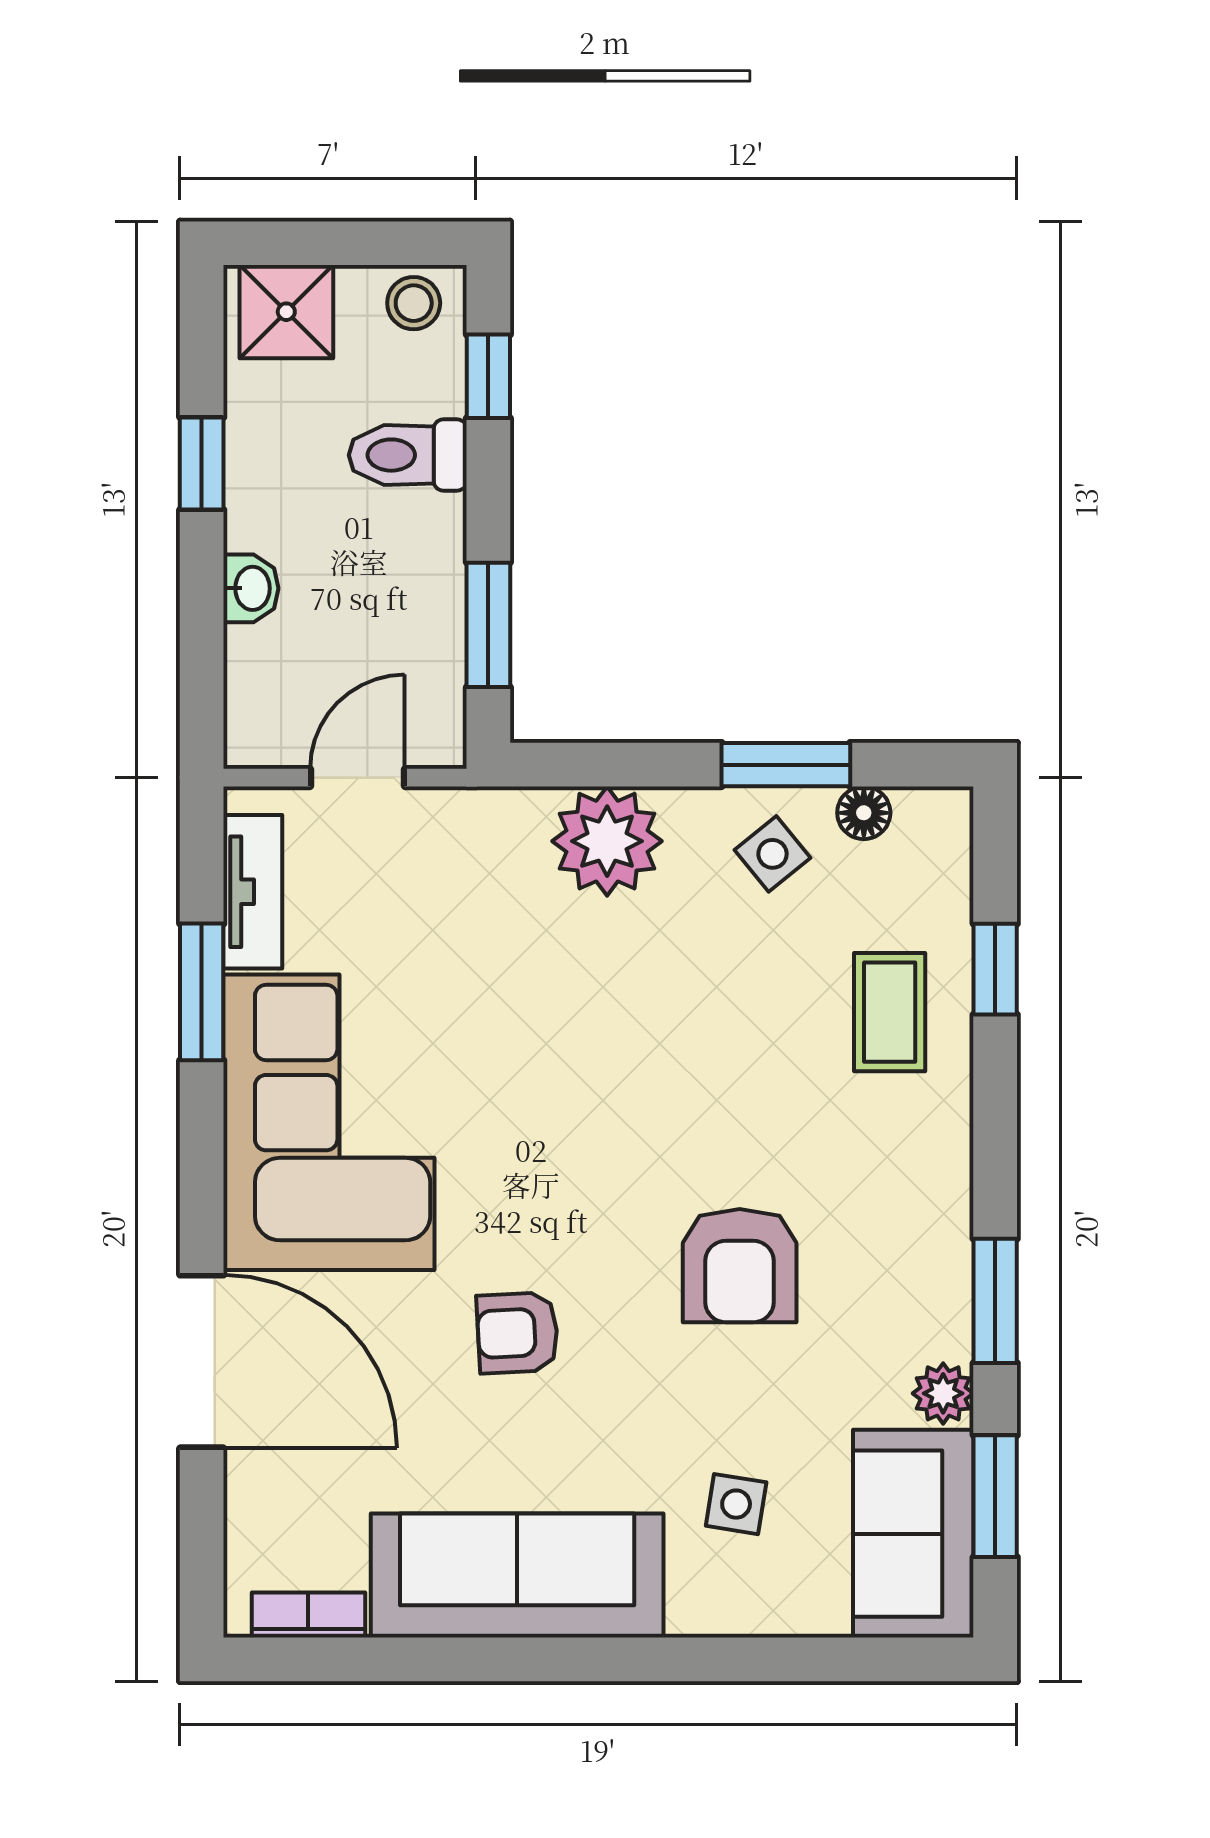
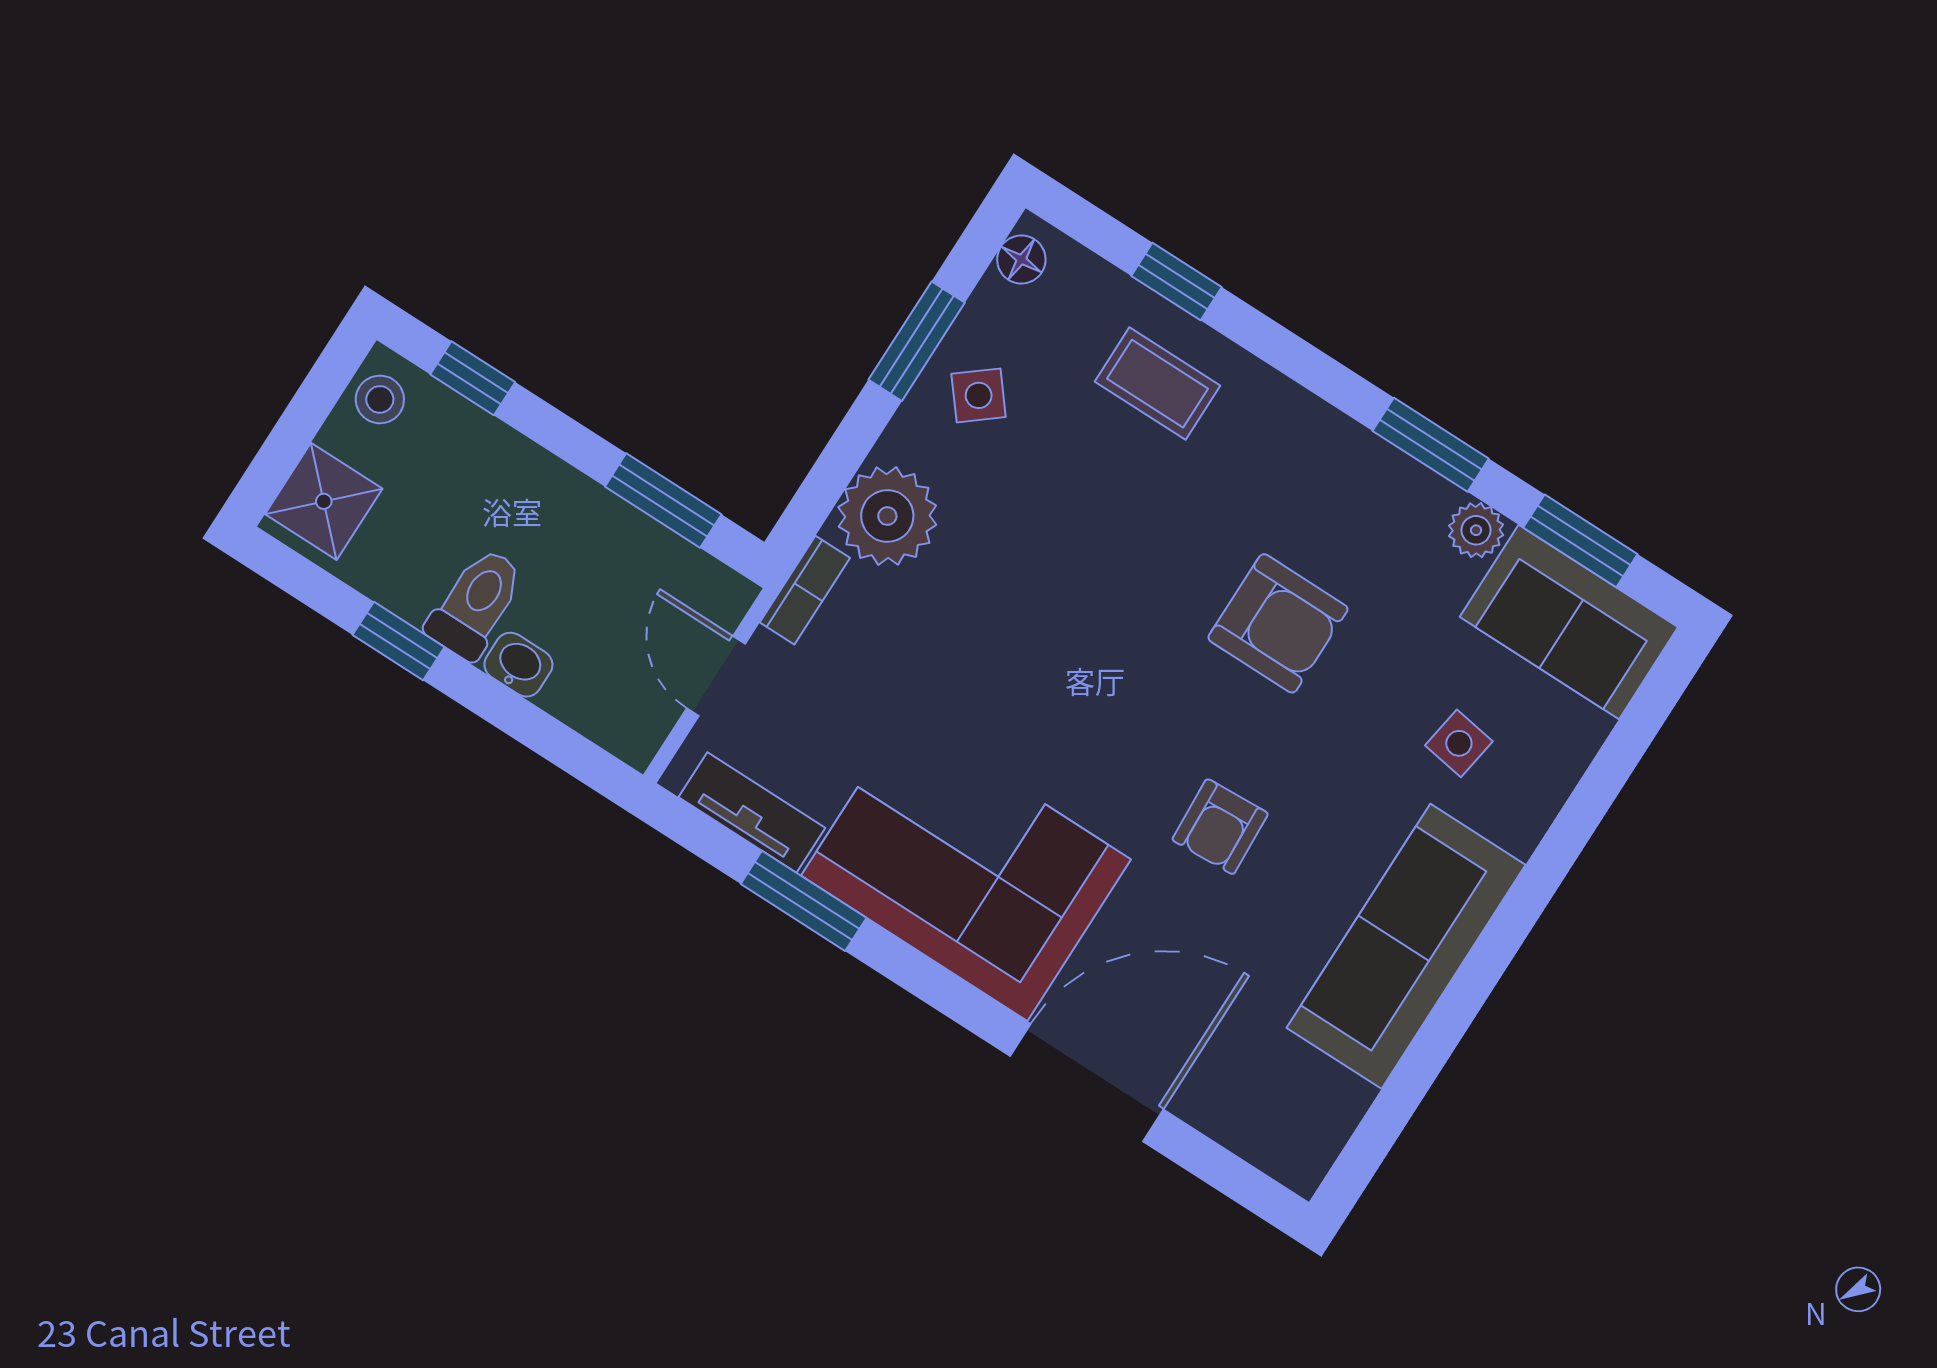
toilet: (408, 455) -> (476, 603), moved, turned 180
floor lamp: (864, 813) -> (1021, 259), moved
bookcase: (308, 1615) -> (805, 590), moved, turned 180

